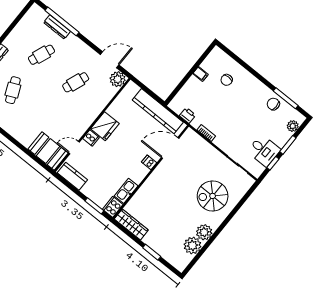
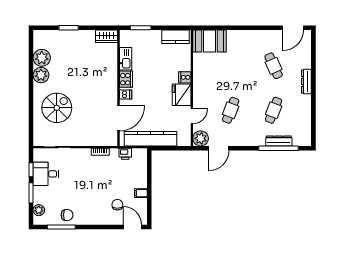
door: (229, 52) -> (133, 227), added
door: (74, 148) -> (192, 116), moved
cooker: (113, 207) -> (126, 79), moved
wardrobe: (131, 224) -> (107, 36), width x0.67

